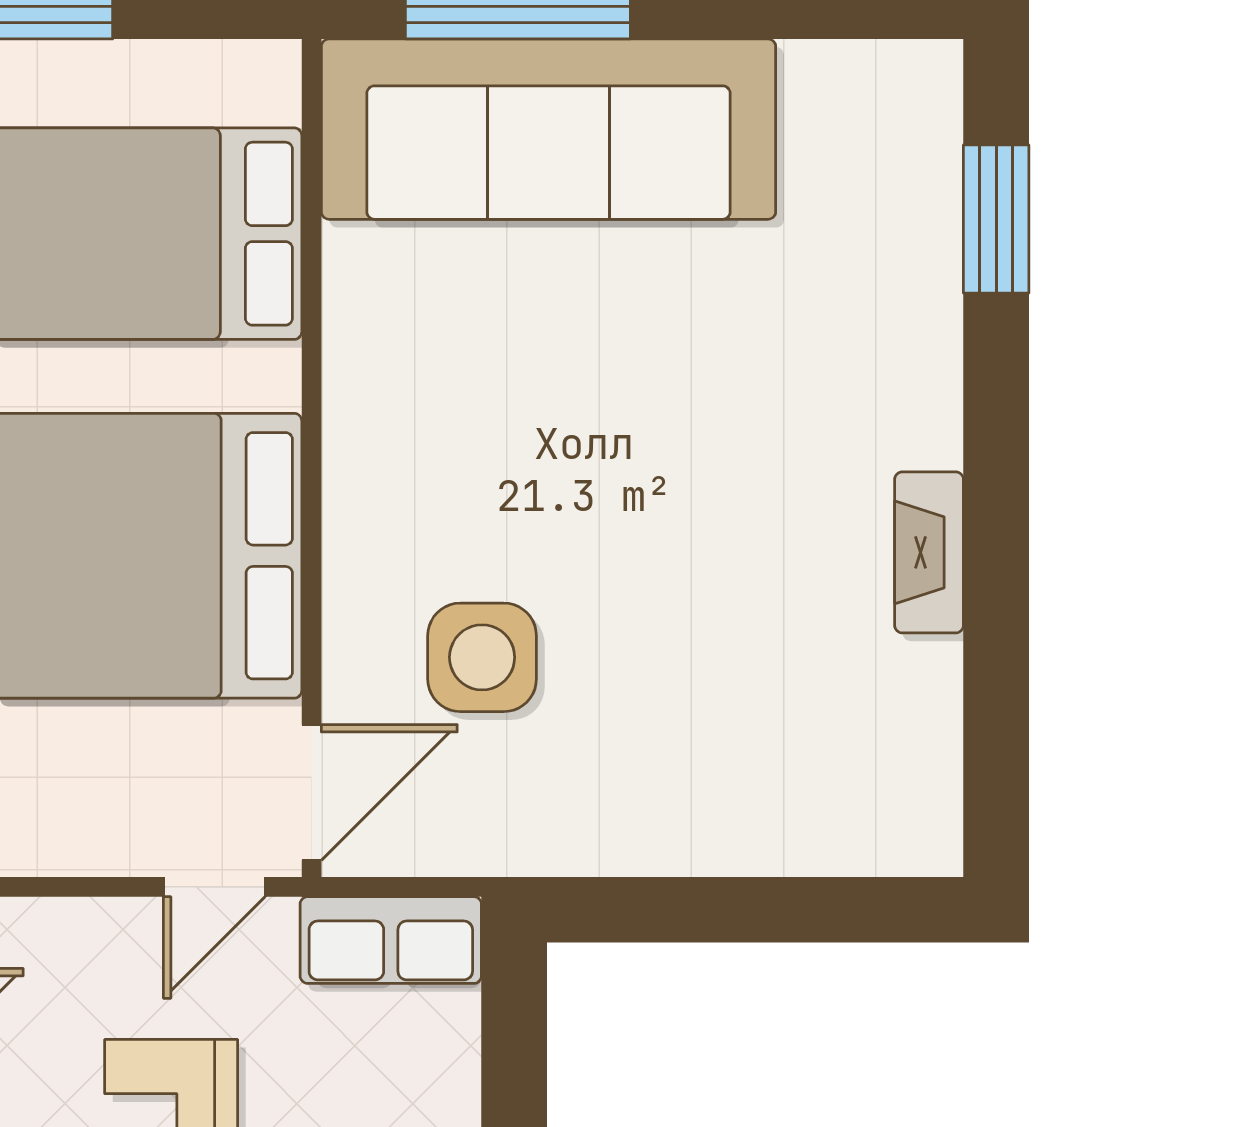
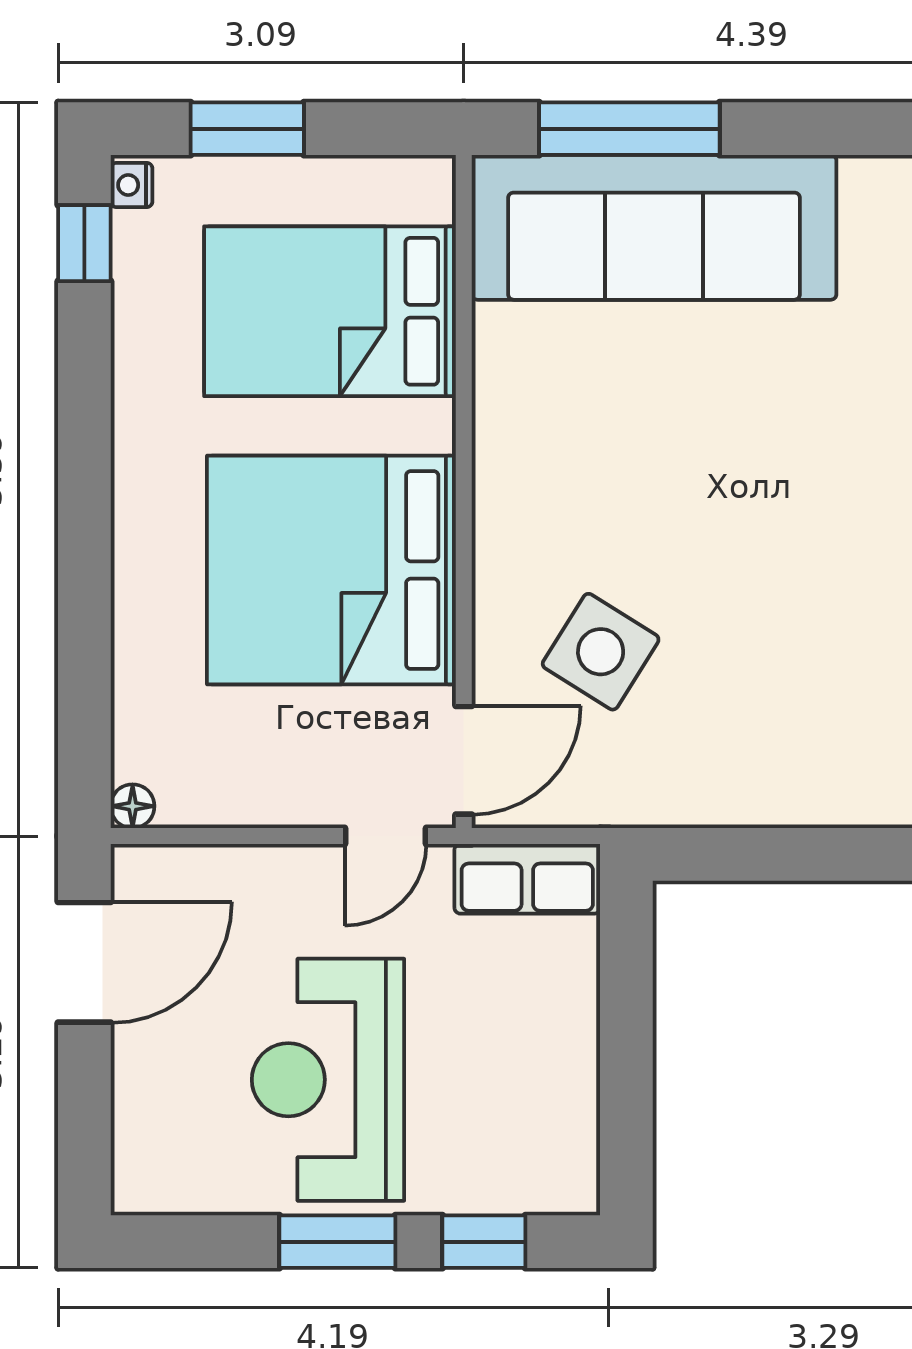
side table: (482, 657) -> (601, 652), turned 32

